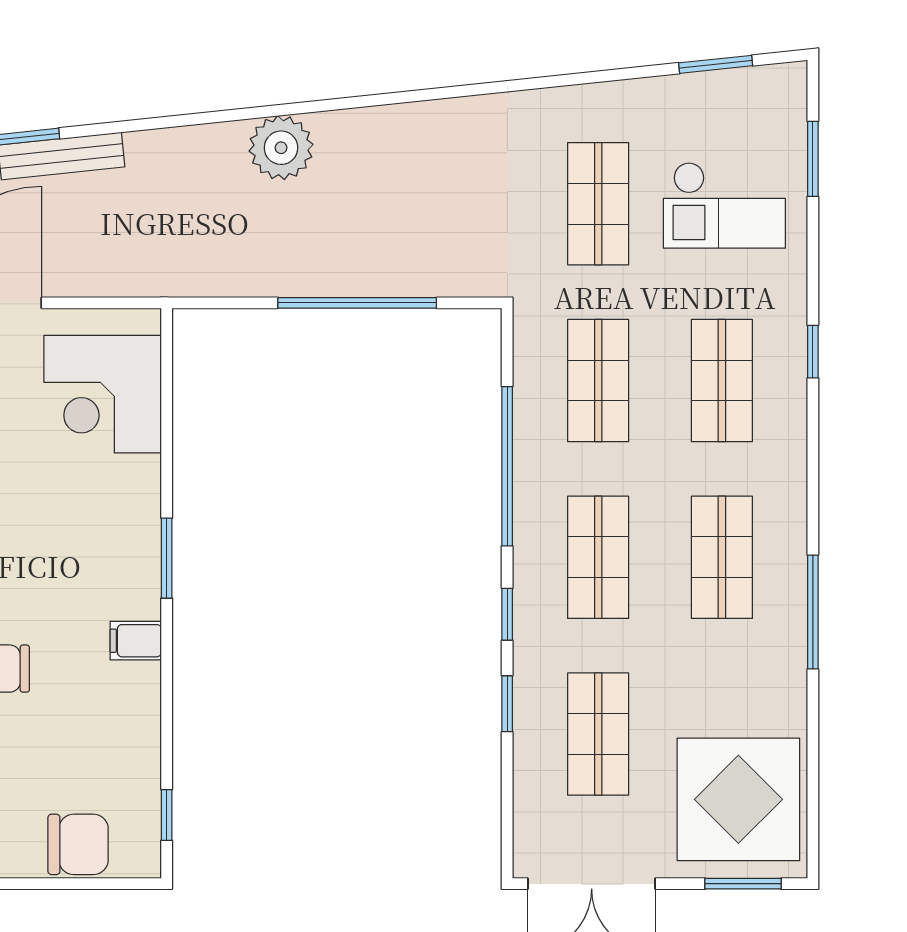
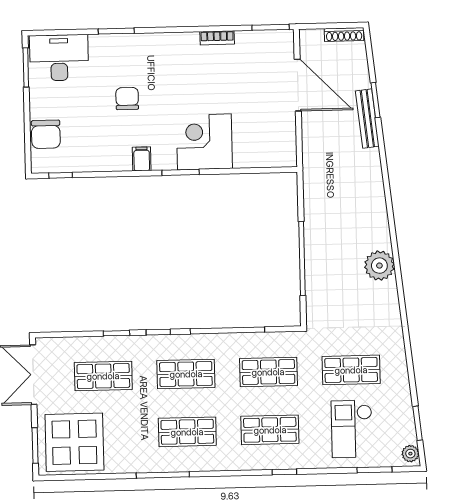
plant: (780, 81) -> (410, 454), added
plant: (281, 148) -> (379, 266), moved
corner desk: (103, 394) -> (204, 142), moved

